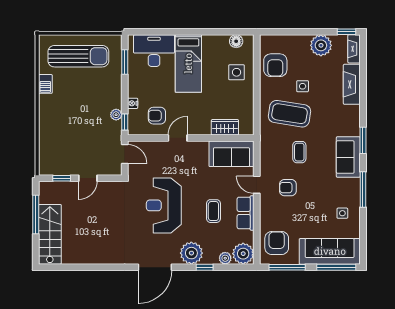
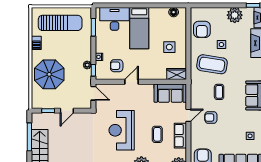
side table: (237, 72) -> (169, 47), moved
wardrobe: (225, 127) -> (177, 74), moved
parasol: (63, 128) -> (49, 74), added
door: (257, 185) -> (188, 115), swing flipped

